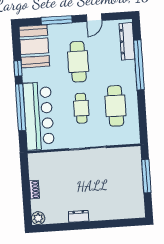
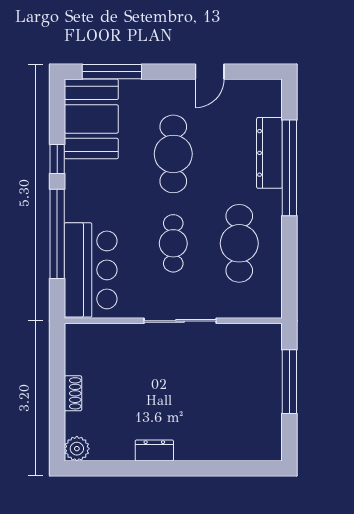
window: (57, 20) -> (112, 72), moved
dresser: (127, 41) -> (269, 153), moved
bar counter: (39, 116) -> (91, 270), width x0.73

